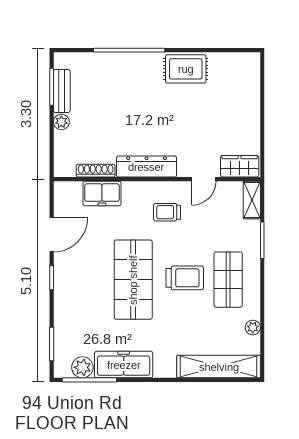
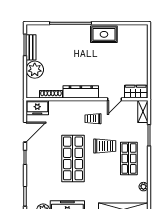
plant: (61, 122) -> (35, 70), width x1.88, depth x1.88
freezer: (102, 194) -> (37, 108), moved
trolley: (185, 278) -> (105, 146), moved

